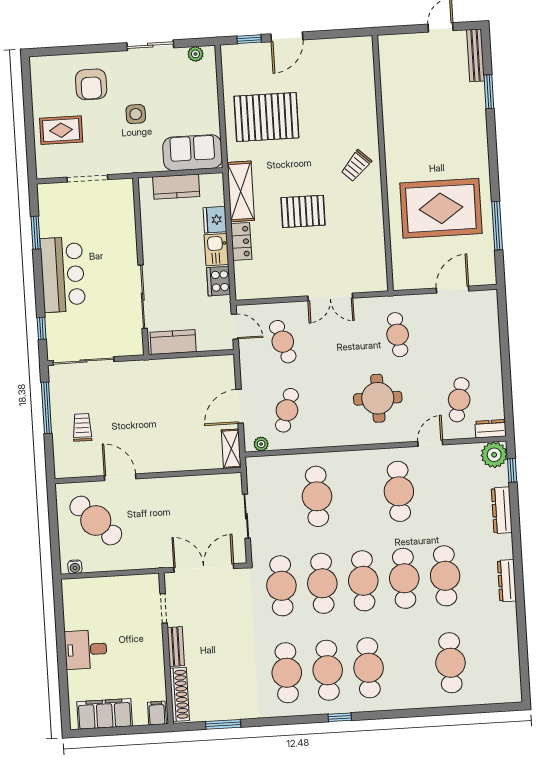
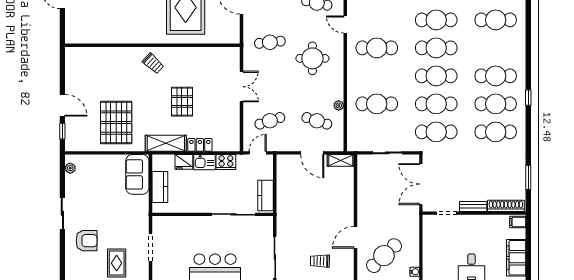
sliding door: (150, 45) -> (62, 213), moved
side table: (136, 114) -> (109, 212), removed
plant: (261, 444) -> (339, 105), moved

